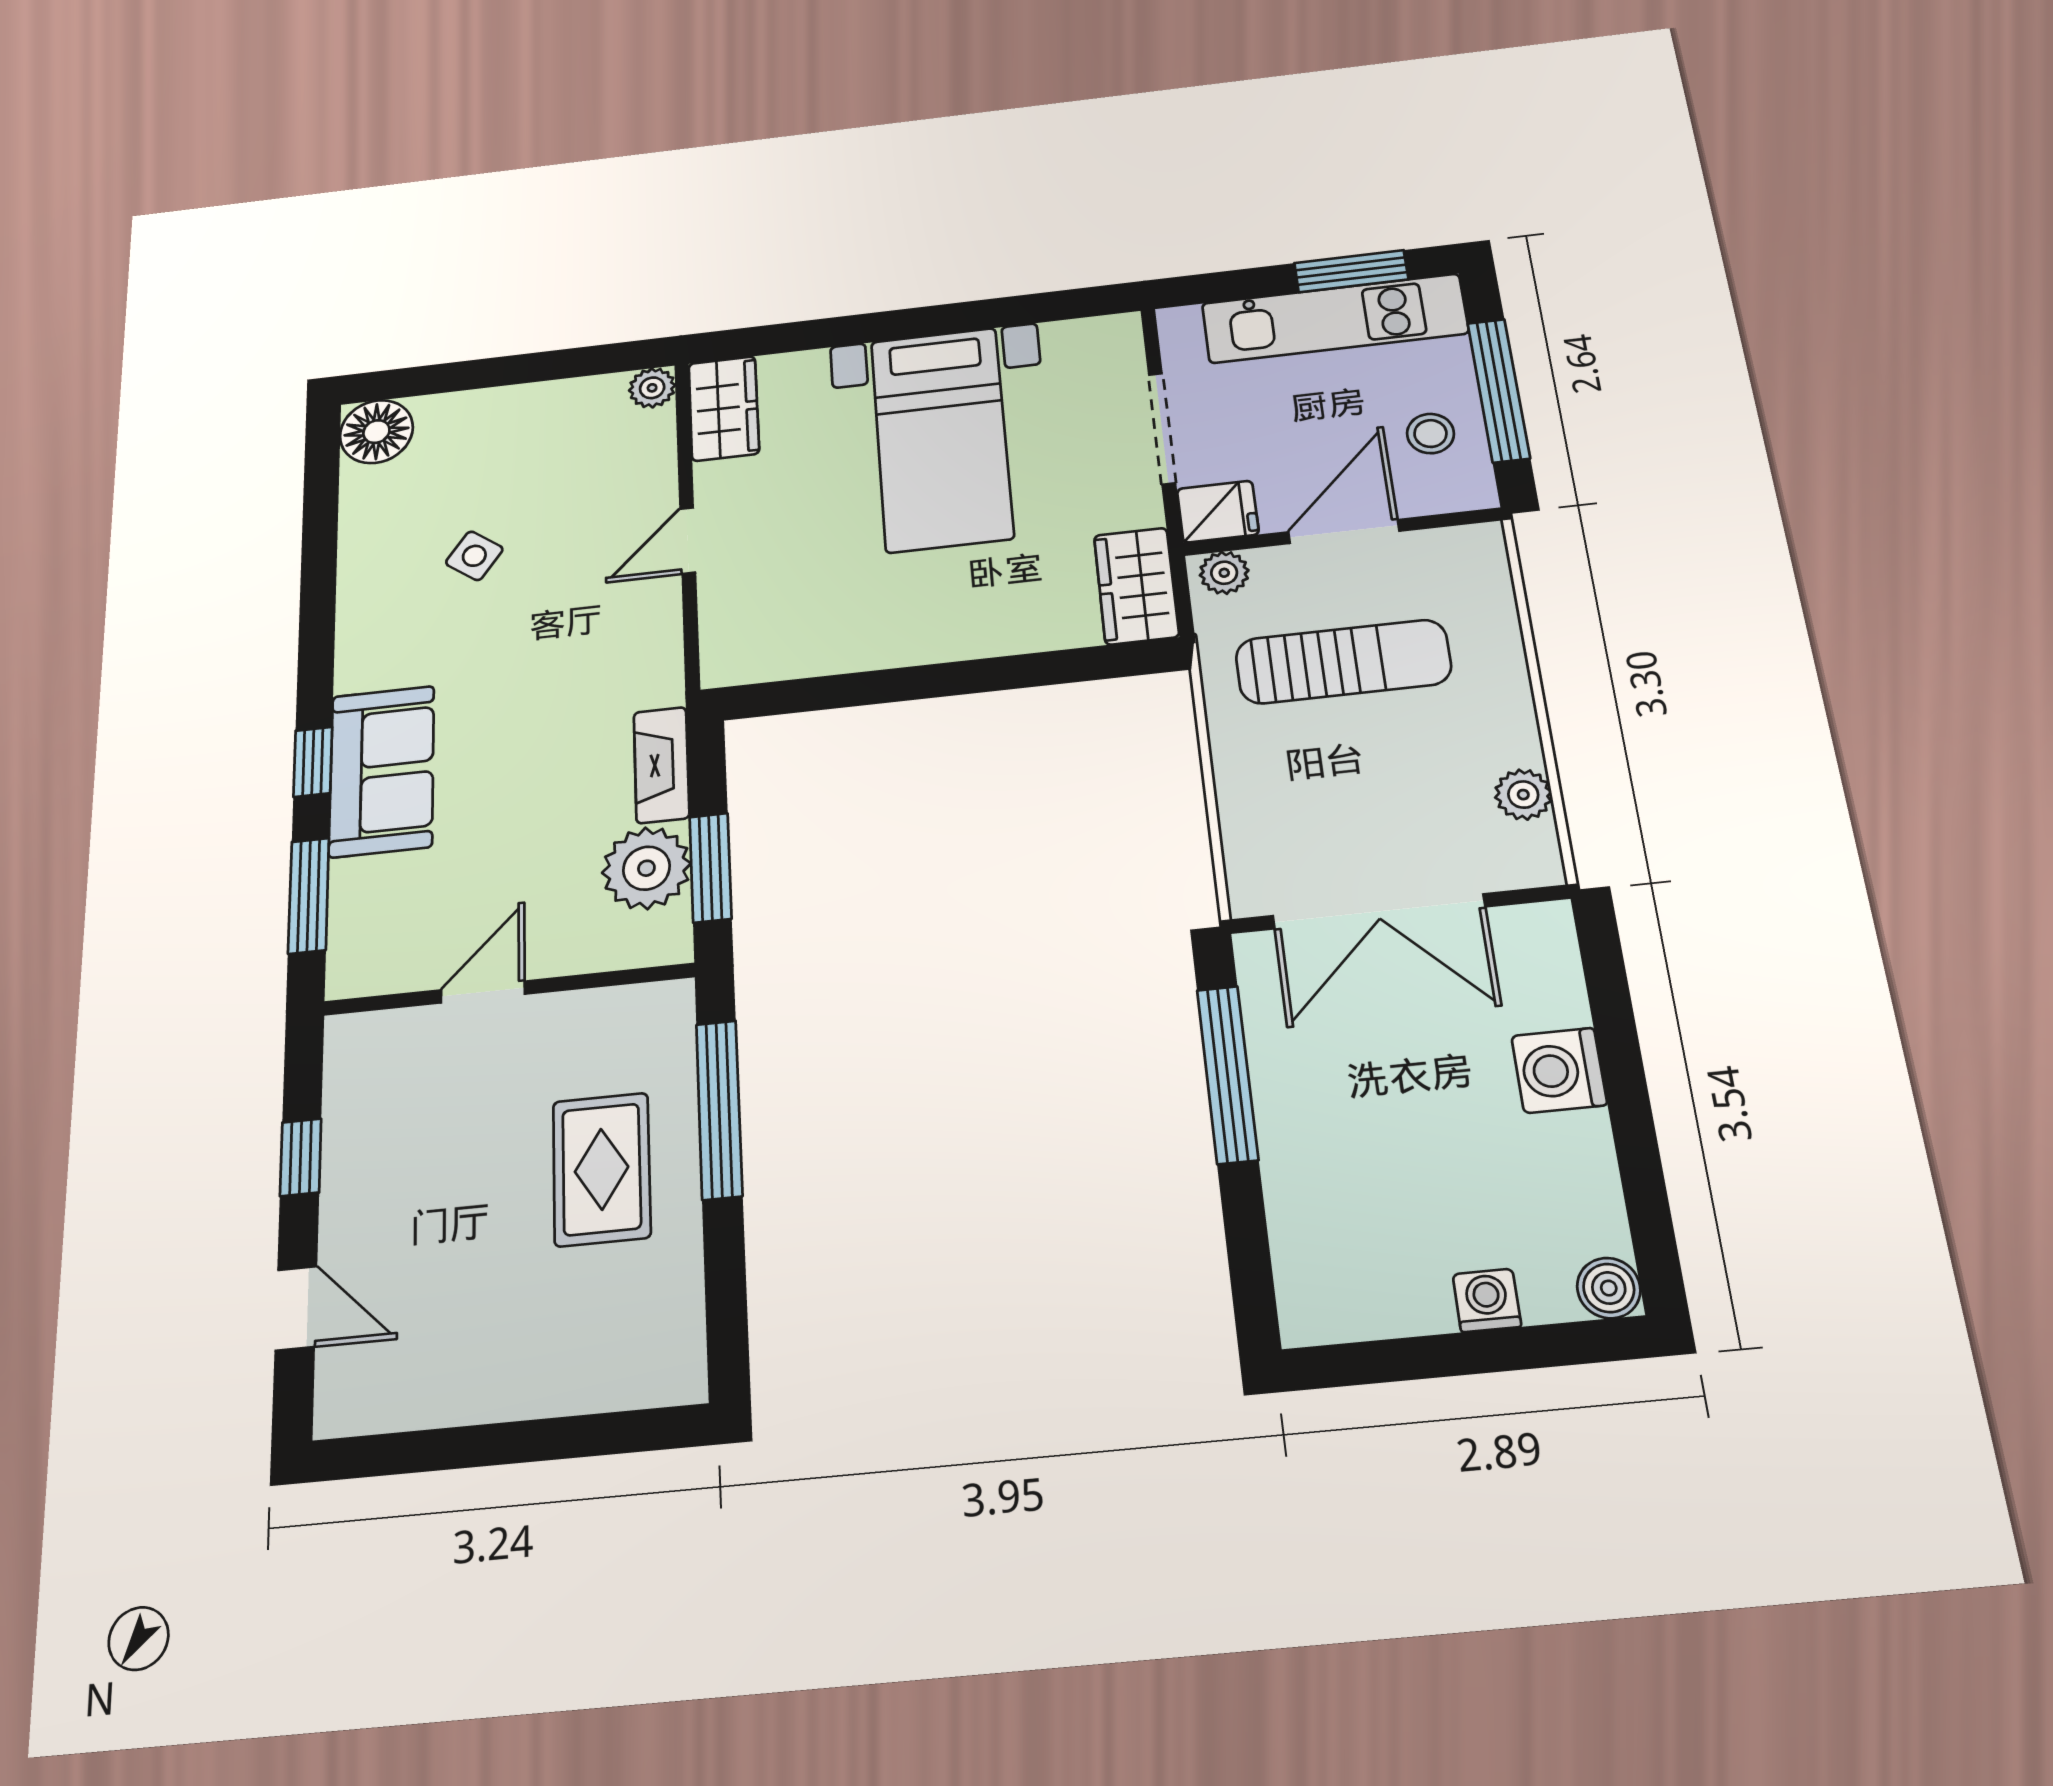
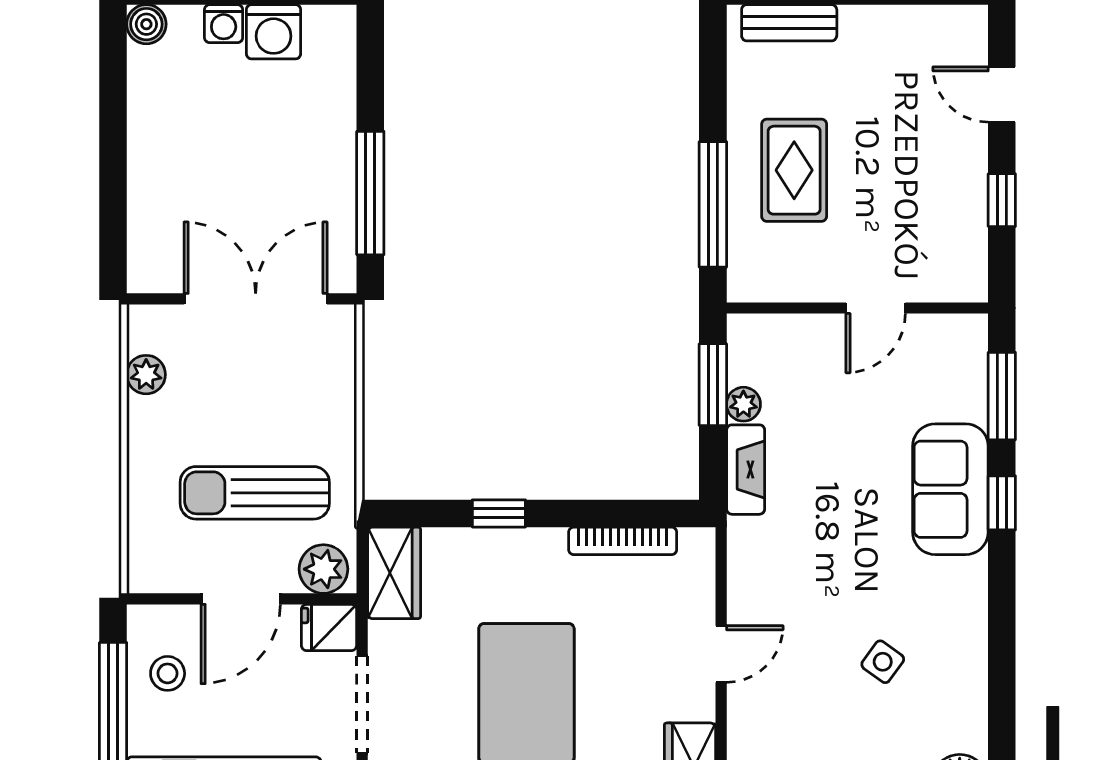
plant: (1224, 573) -> (323, 569), width x1.38, depth x1.38
bookcase: (826, 659) -> (623, 541), added
window: (999, 674) -> (499, 513), added
plant: (646, 868) -> (743, 404), width x0.53, depth x0.53
washing machine: (1559, 1070) -> (274, 32), moved, turned 90
bench: (613, 1385) -> (789, 23), added

